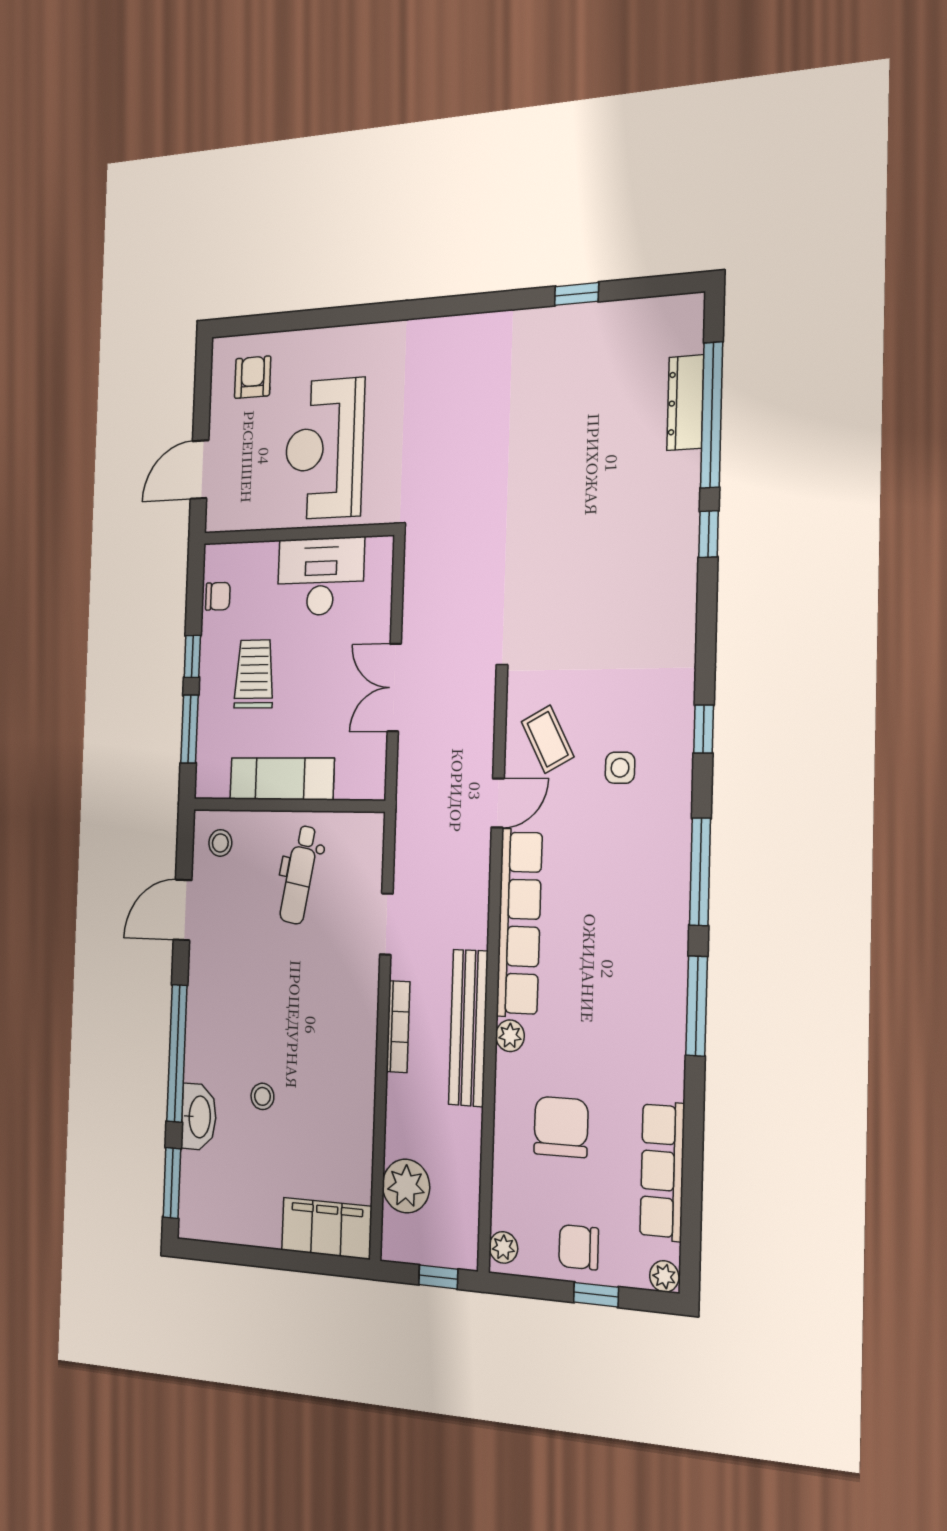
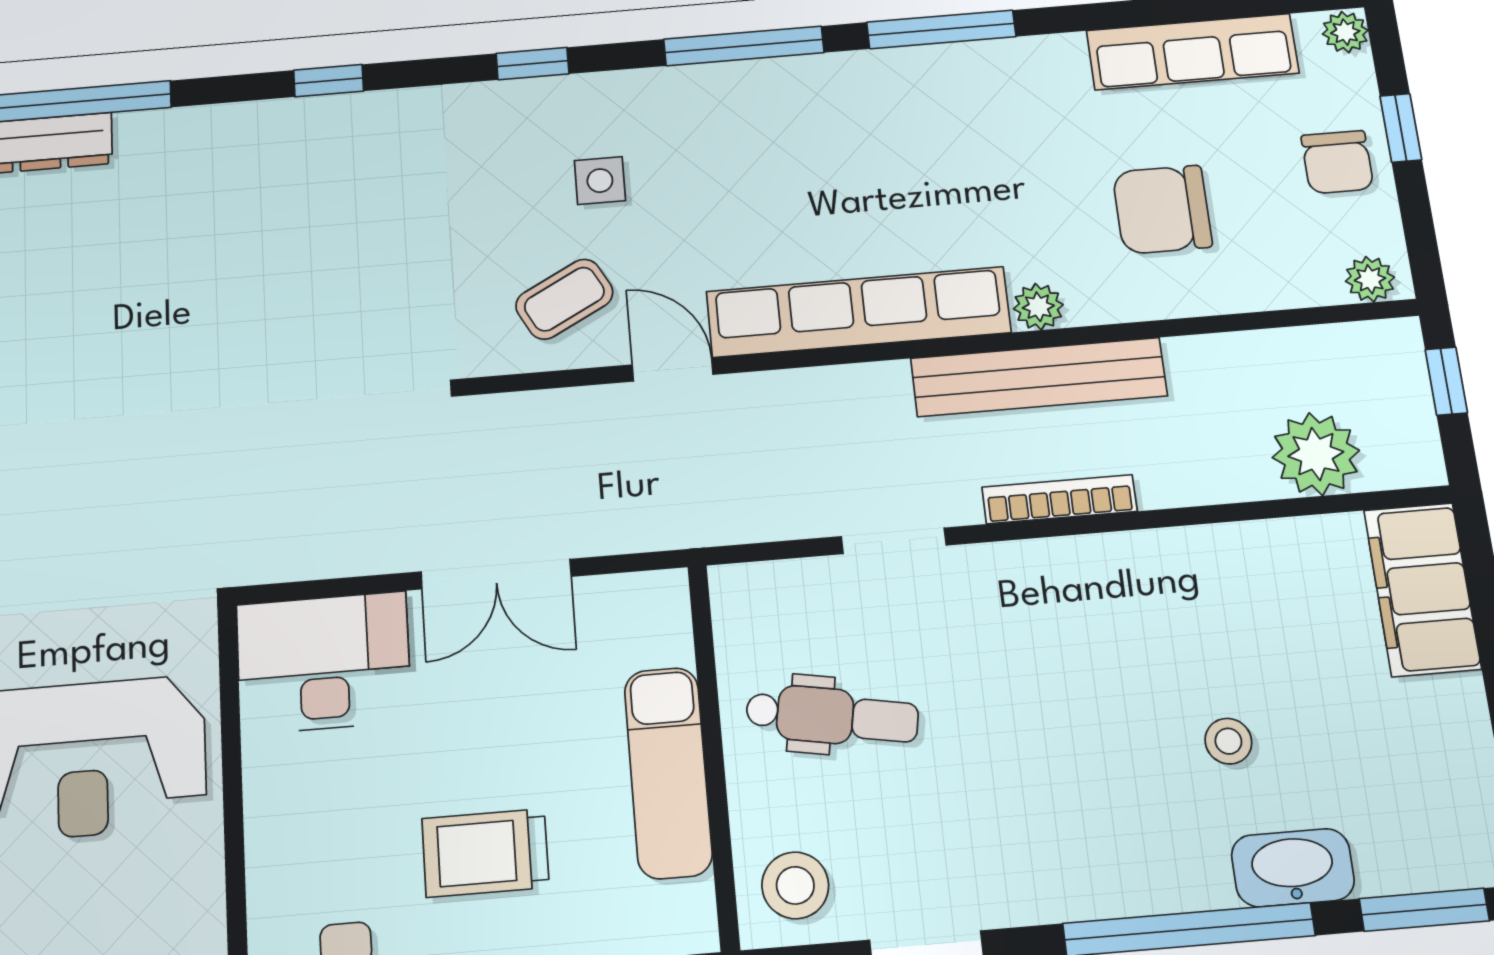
window: (709, 534) -> (329, 81), moved
desk: (321, 577) -> (324, 663), moved, turned 90
stool: (220, 843) -> (795, 885), width x1.37, depth x1.37

